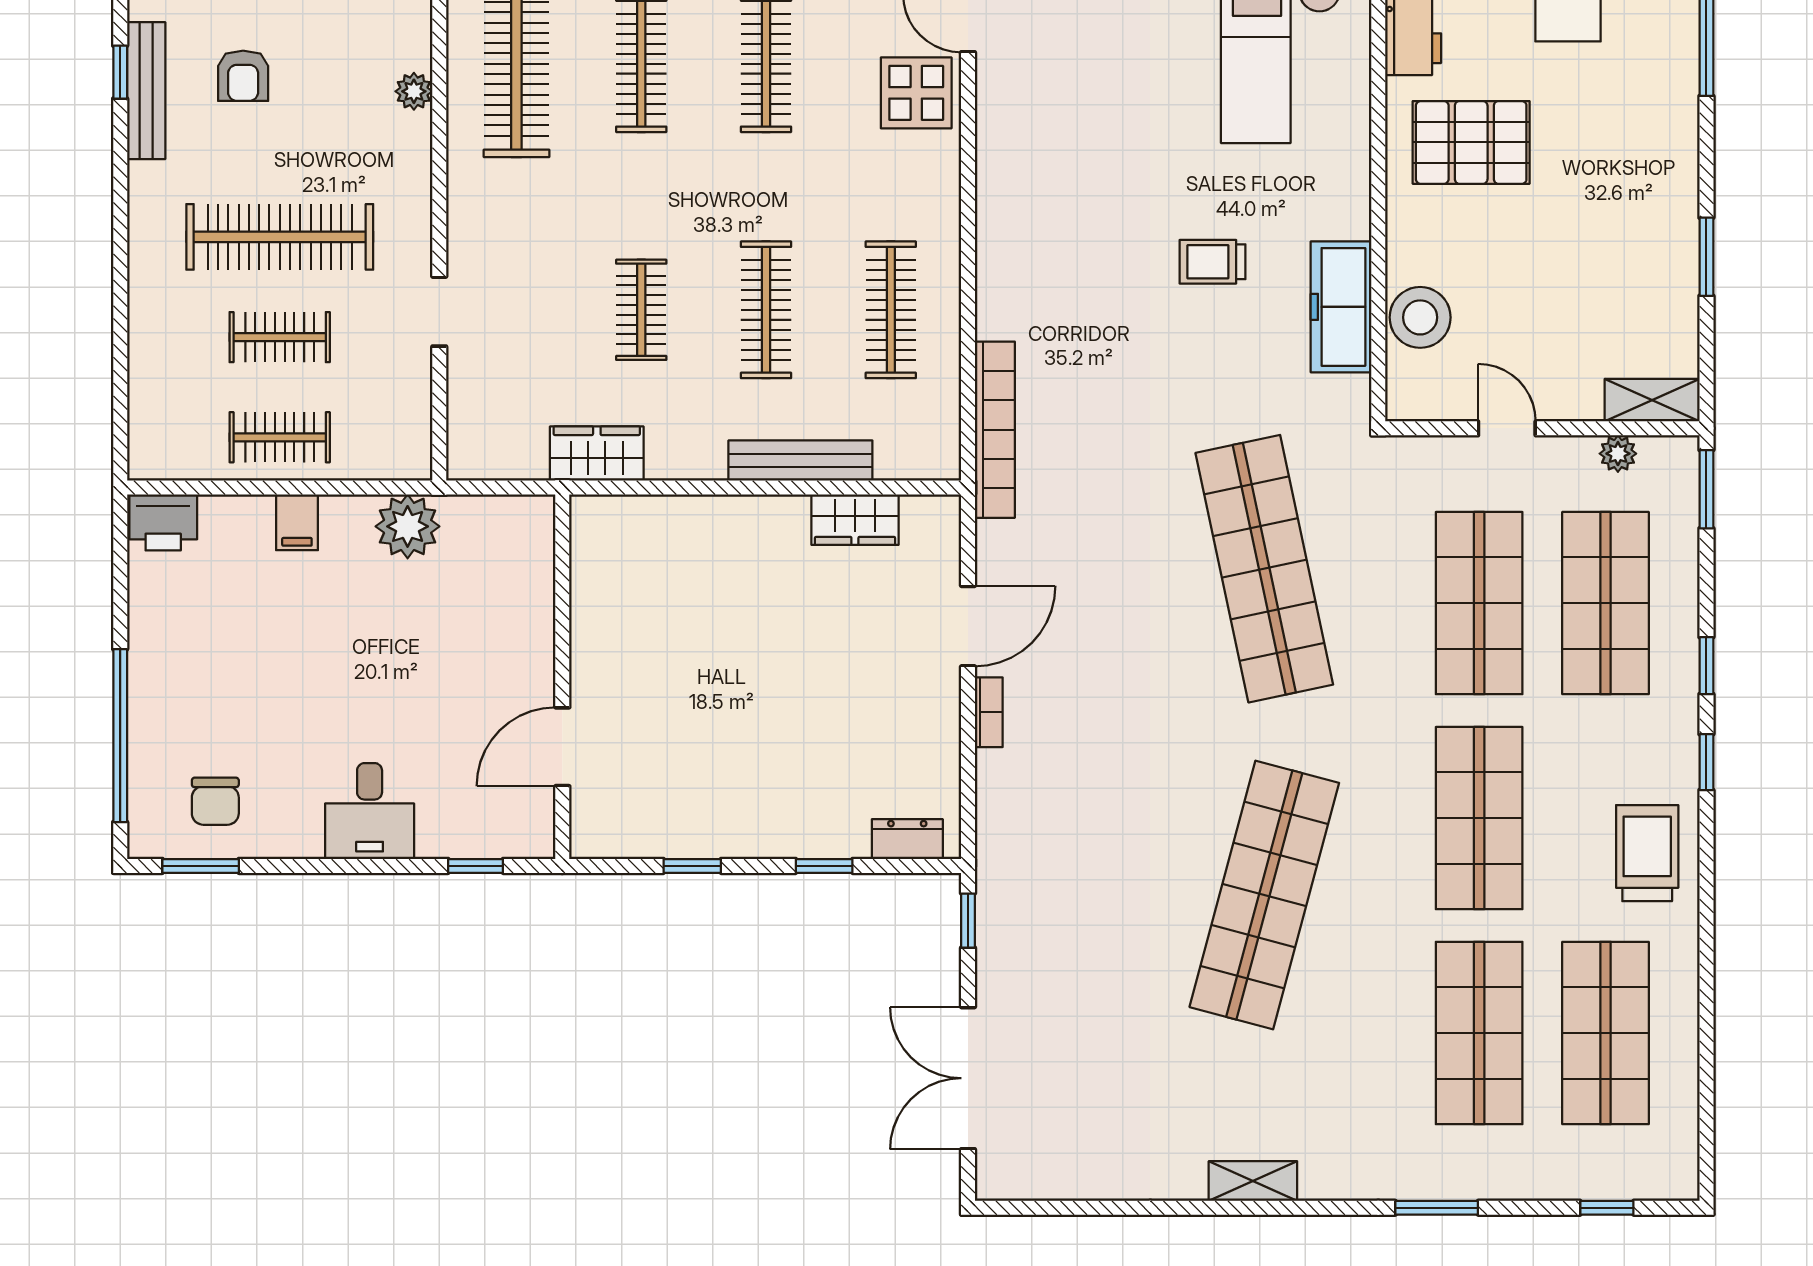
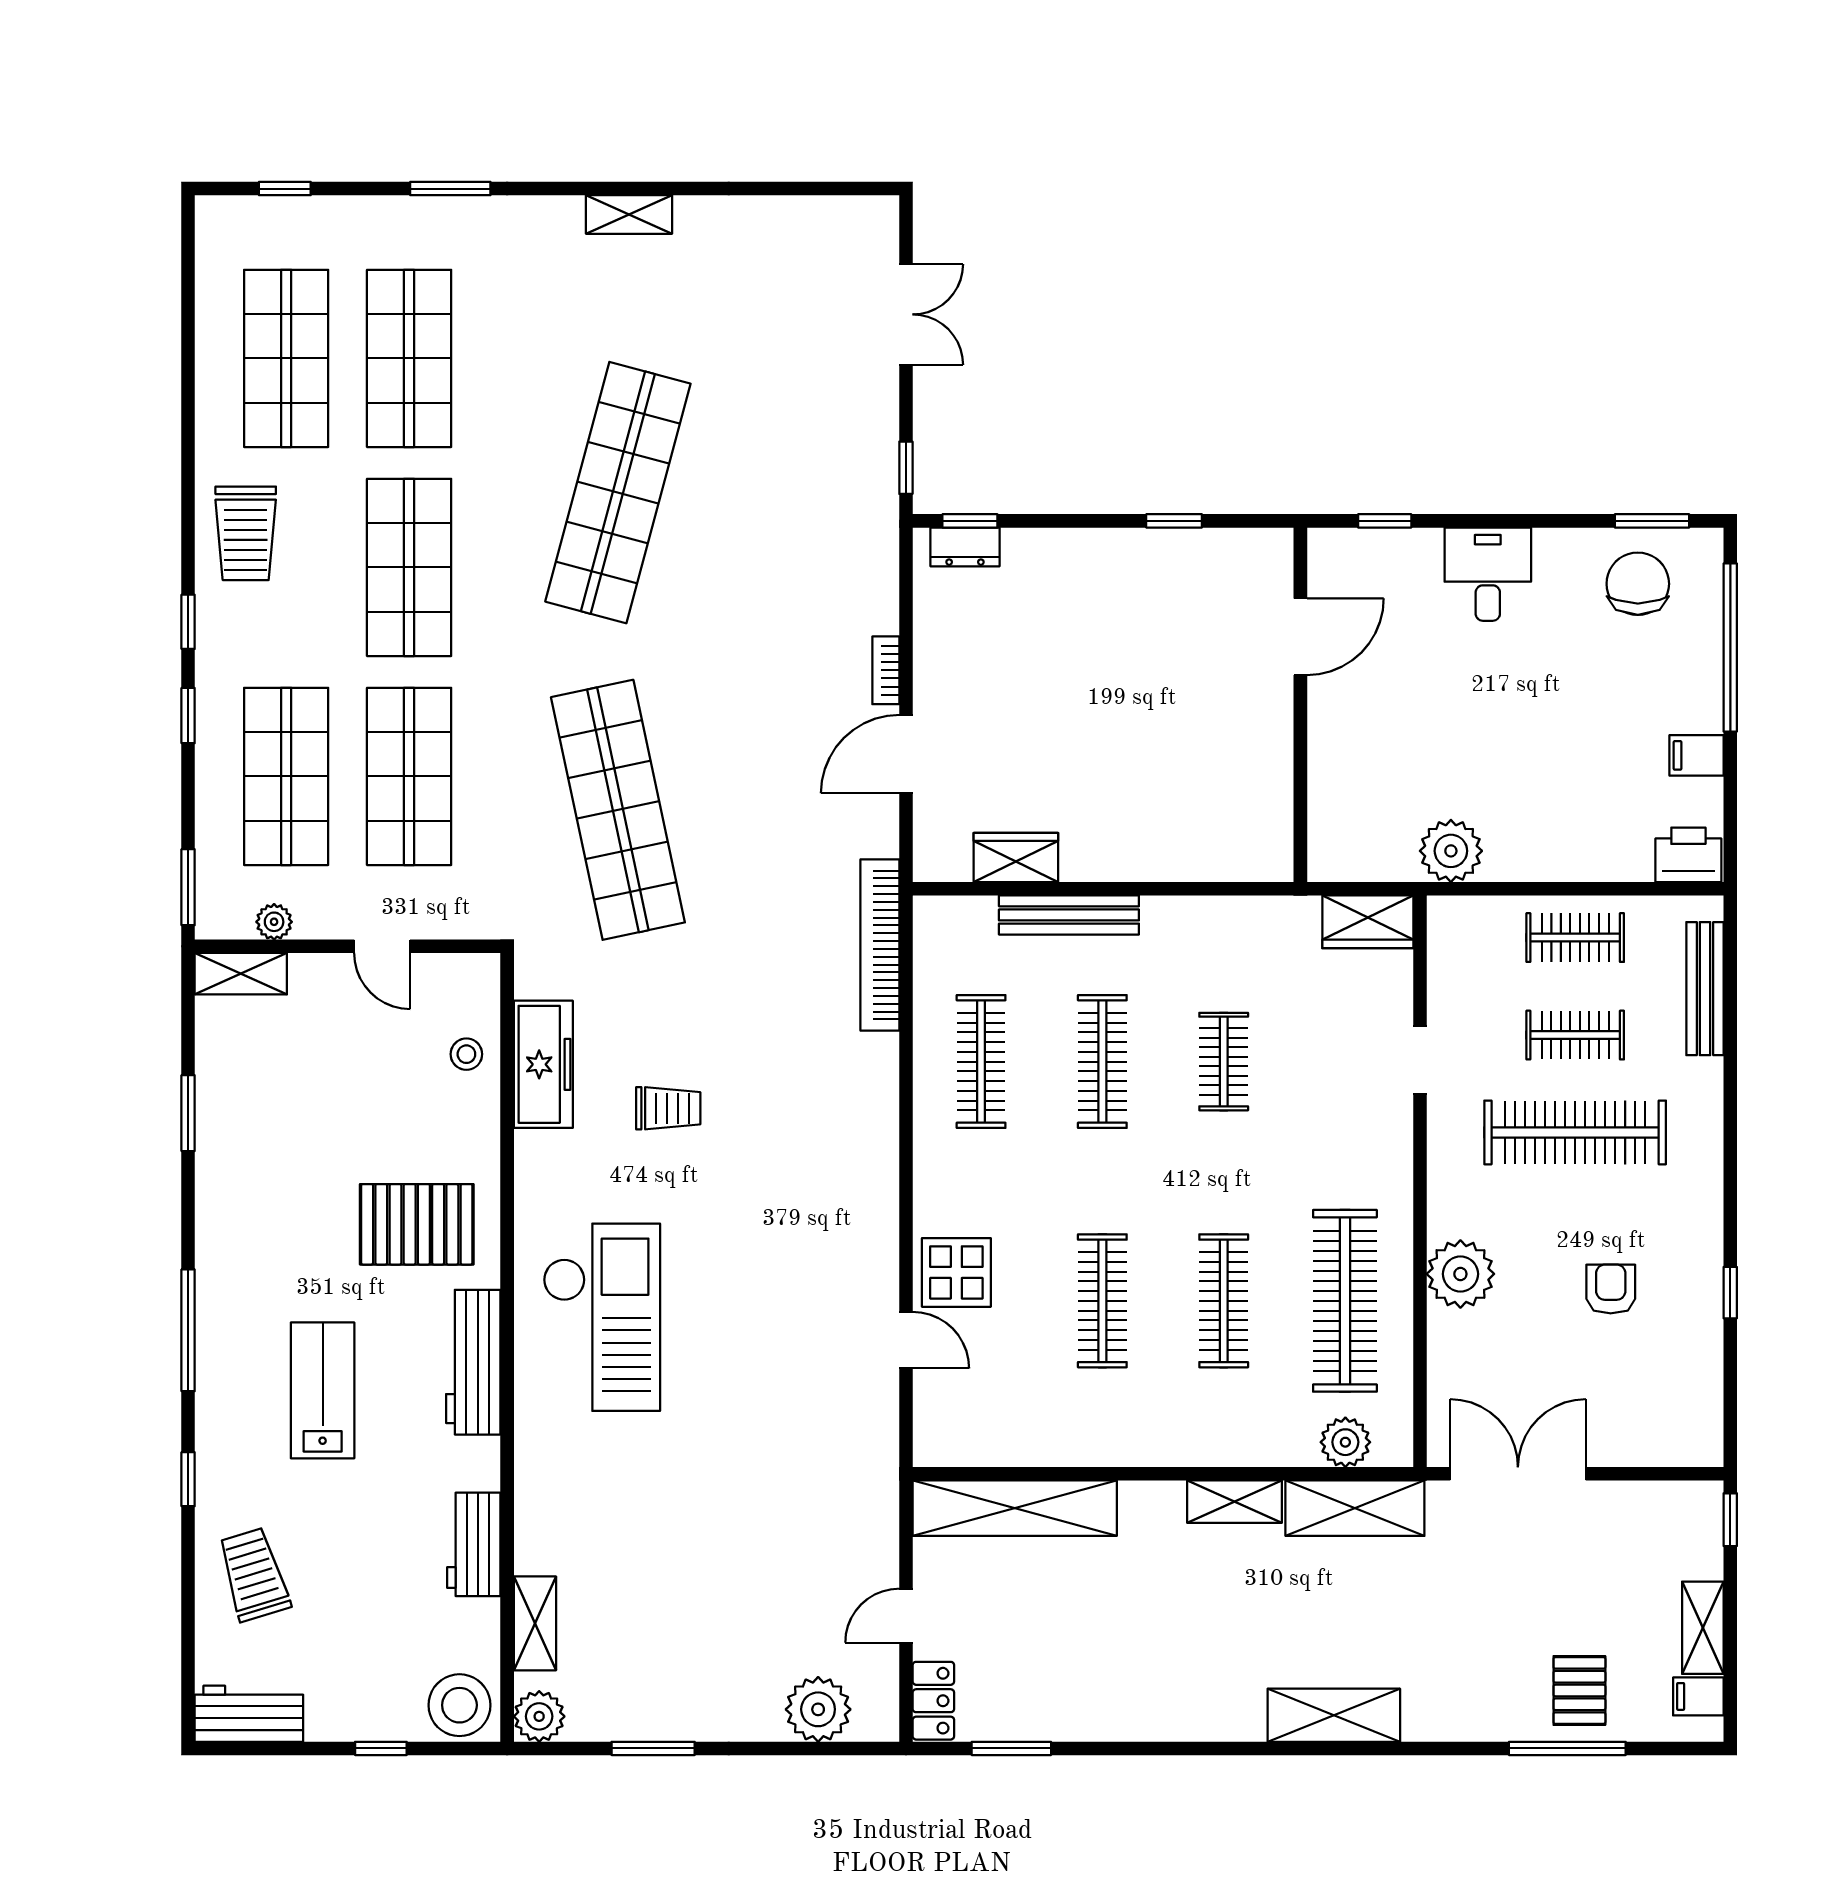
bench: (146, 91) -> (1705, 989), moved
plant: (414, 91) -> (1460, 1274), width x1.88, depth x1.88
stool: (1420, 317) -> (466, 1054), width x0.53, depth x0.53
wardrobe: (597, 454) -> (1368, 922), moved
filing cabinet: (297, 522) -> (1697, 755), moved, turned -90
chair: (215, 801) -> (1638, 584), width x1.37, depth x1.37
window: (824, 866) -> (970, 521), moved
double door: (968, 1078) -> (906, 314), width x0.73

